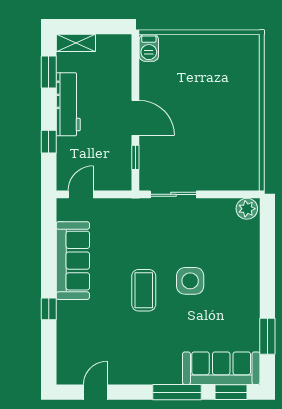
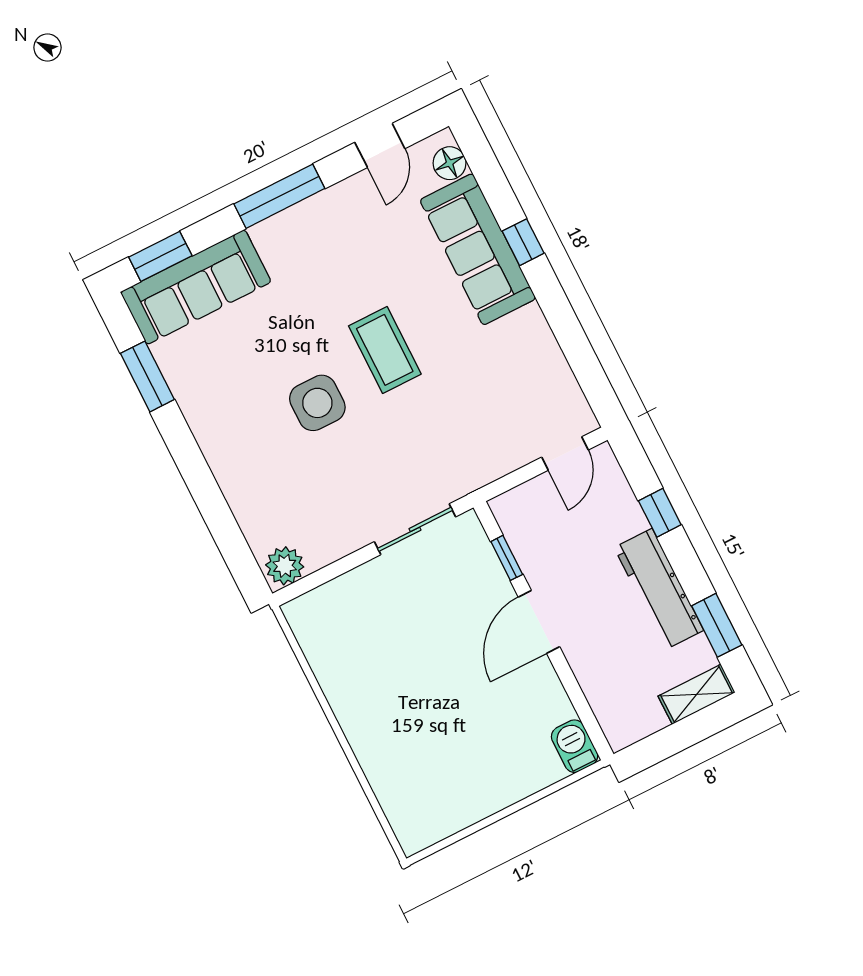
door: (135, 118) -> (539, 622), hinge flipped
sofa: (73, 261) -> (478, 249), moved
floor lamp: (65, 366) -> (450, 163), added
window: (177, 392) -> (279, 196), moved

